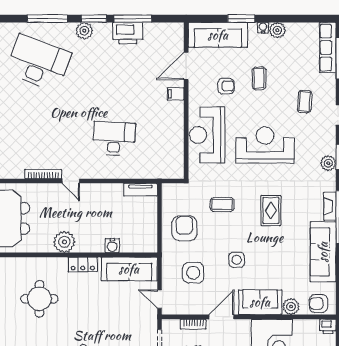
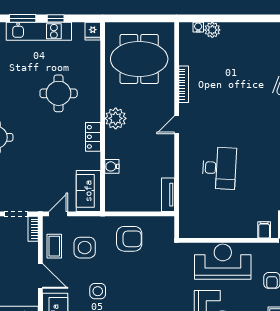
bookcase: (43, 174) -> (184, 84), moved
coffee table: (222, 205) -> (54, 246), moved
sofa: (129, 269) -> (88, 191), width x0.73
bookcase: (193, 324) -> (33, 229), moved

